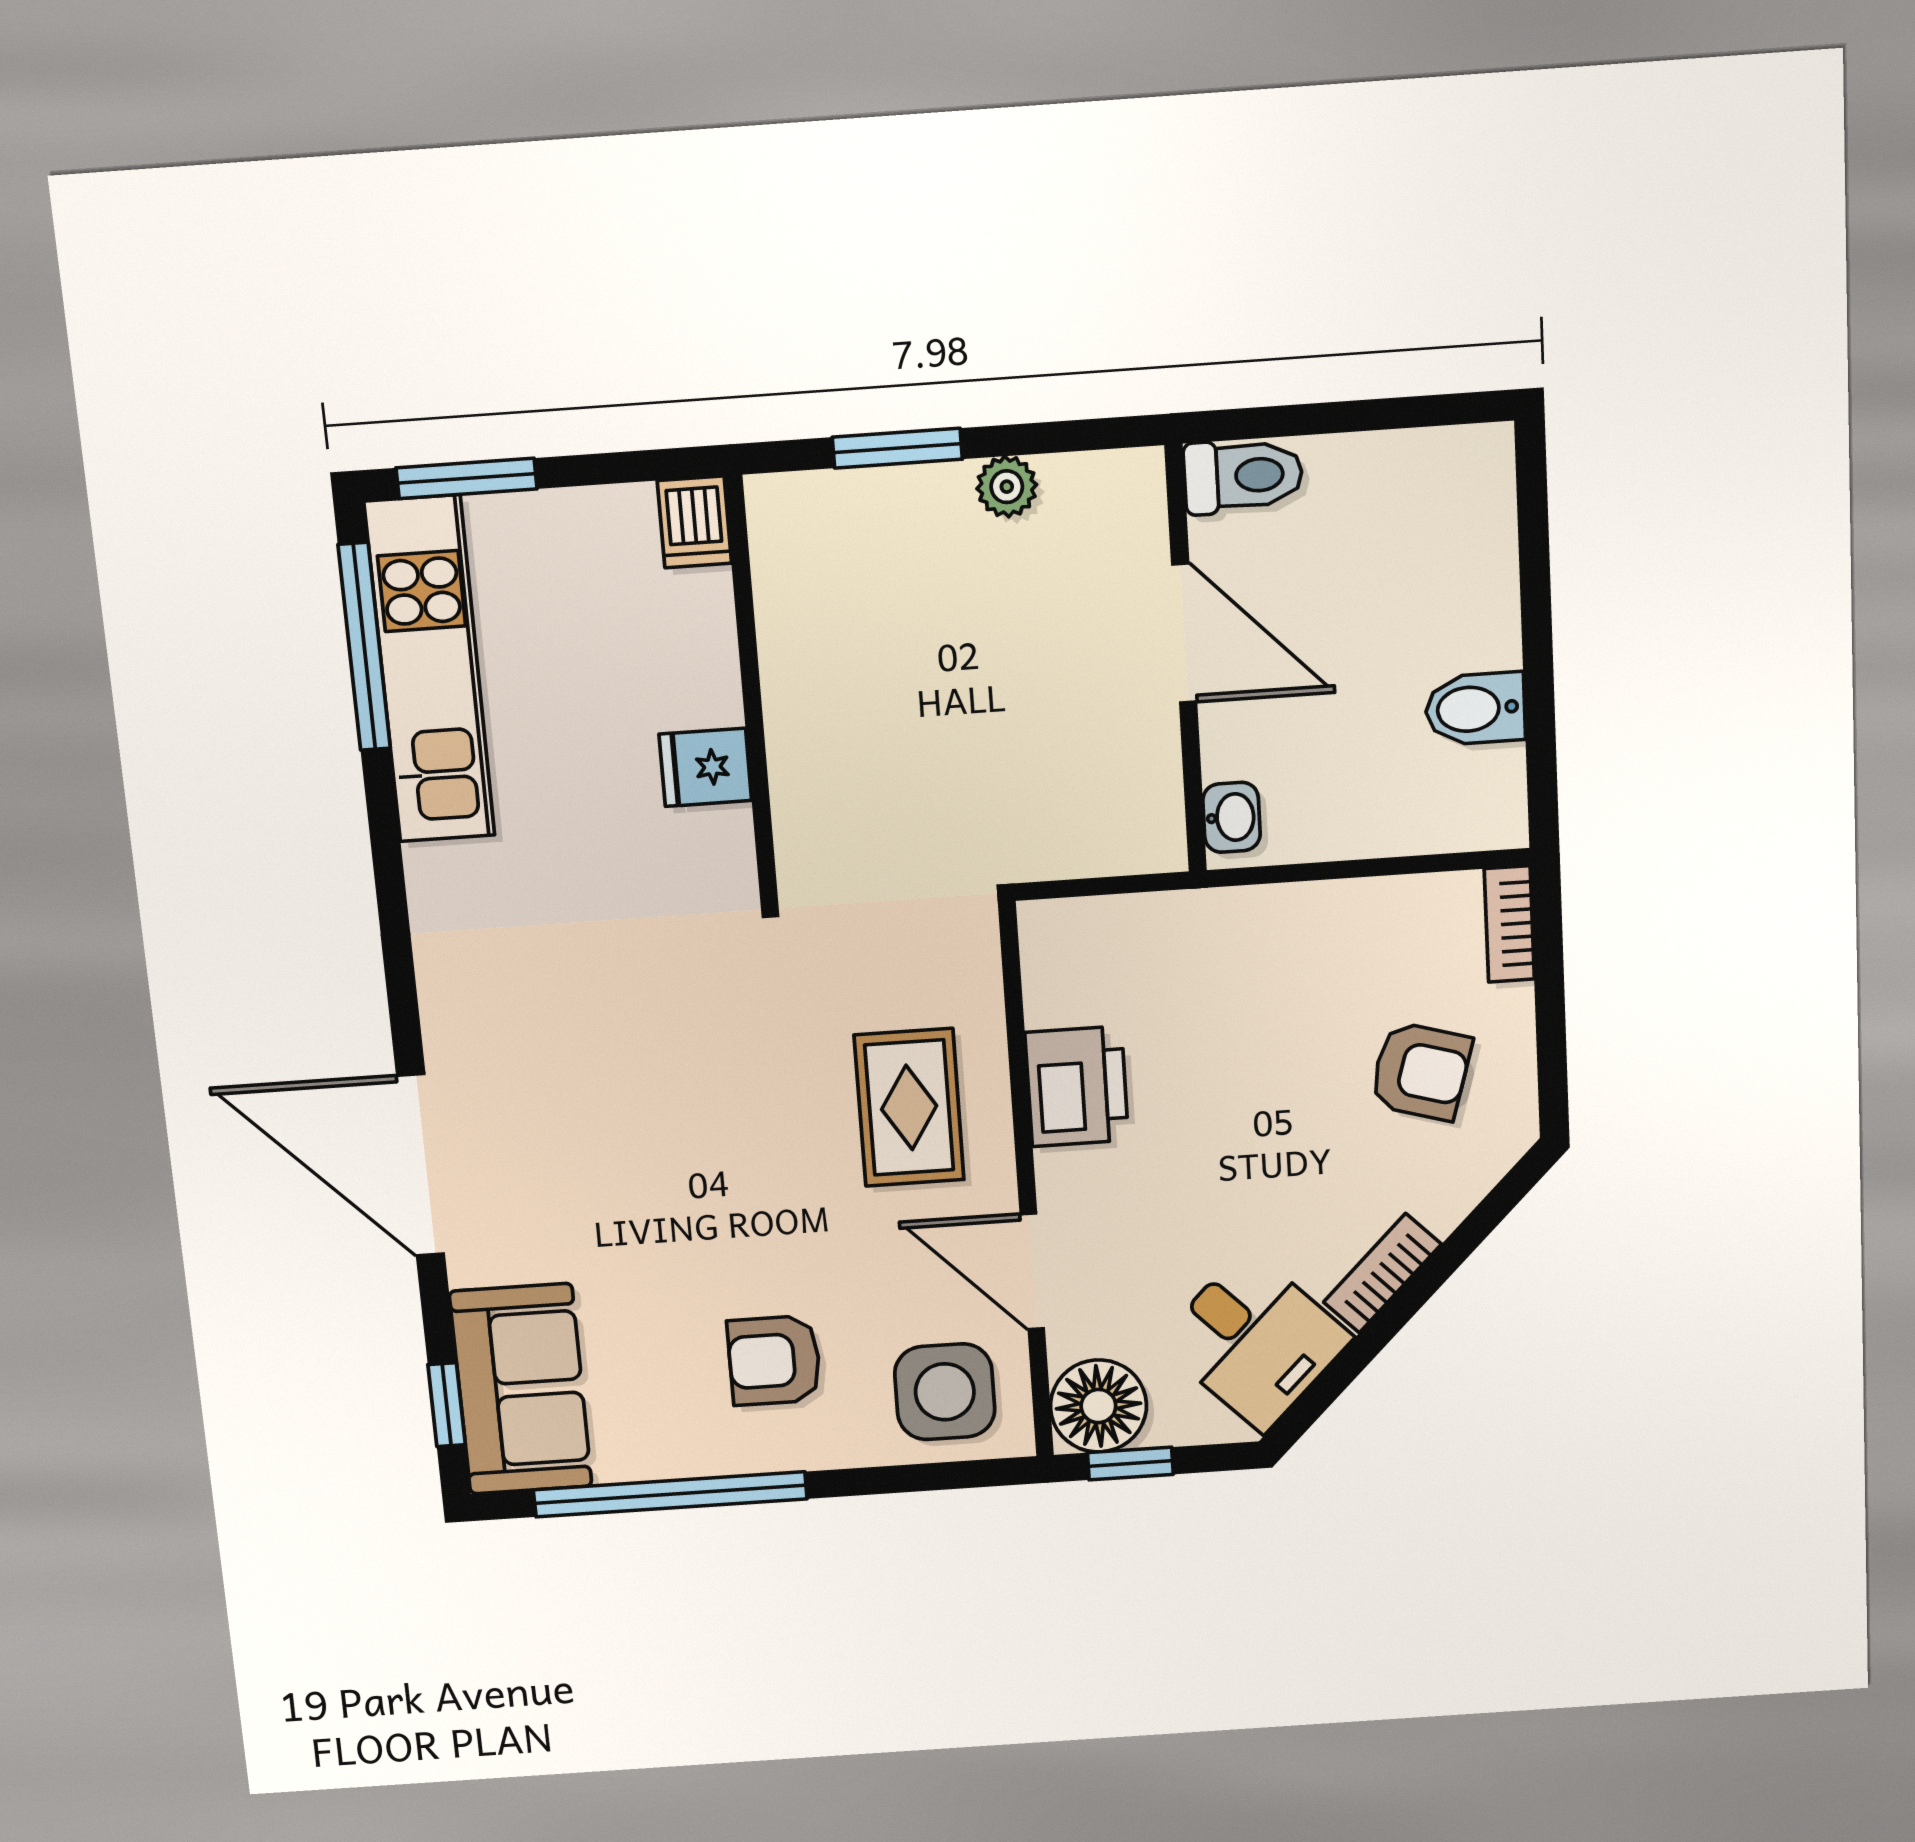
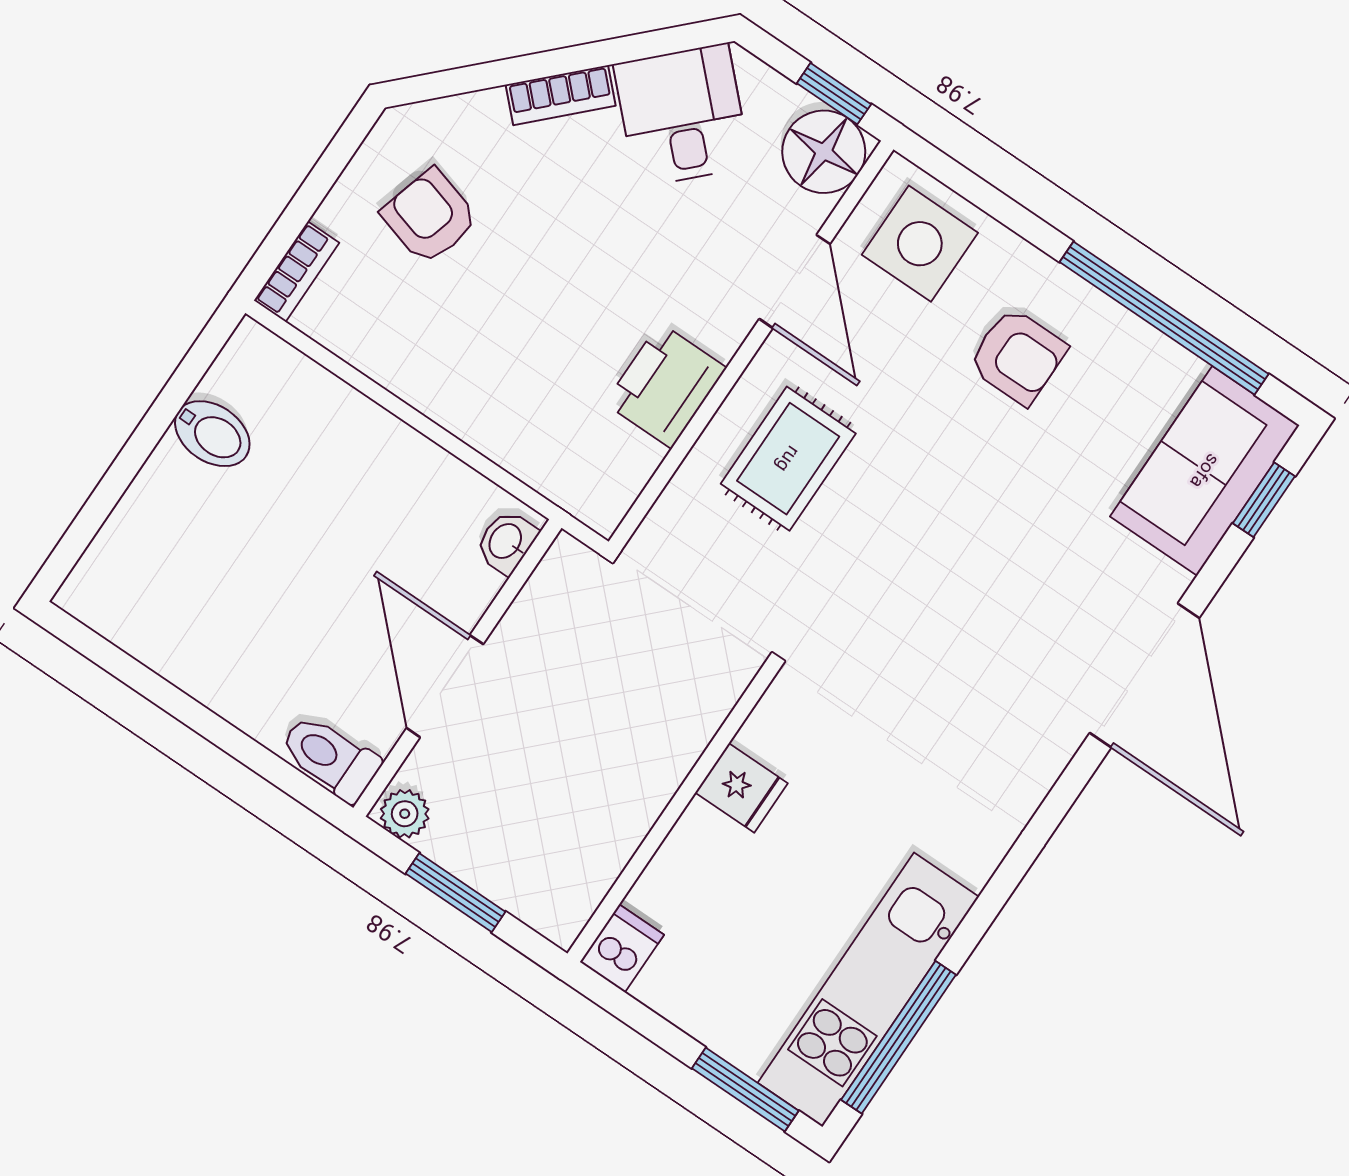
toilet: (1243, 476) -> (330, 757), moved
door: (1184, 633) -> (445, 686), moved
wall: (1186, 660) -> (457, 668), moved
washbasin: (1231, 817) -> (506, 542), moved

